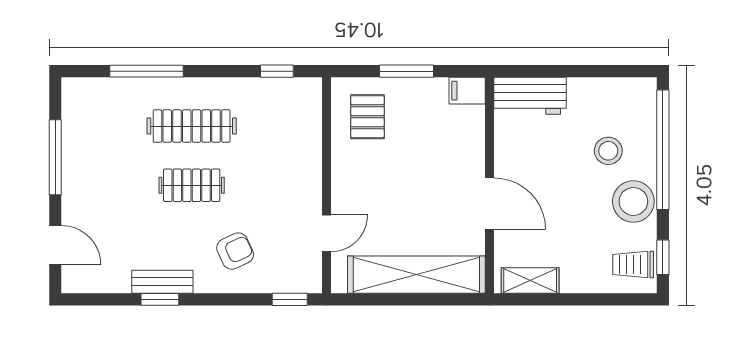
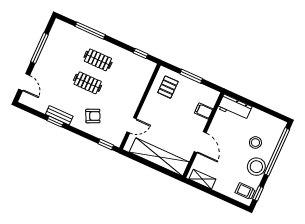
filing cabinet: (467, 91) -> (204, 111), moved
clothes rail: (192, 126) -> (98, 60), width x0.73

